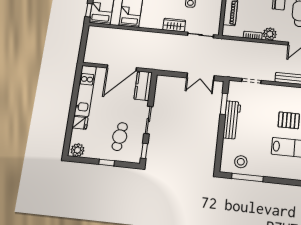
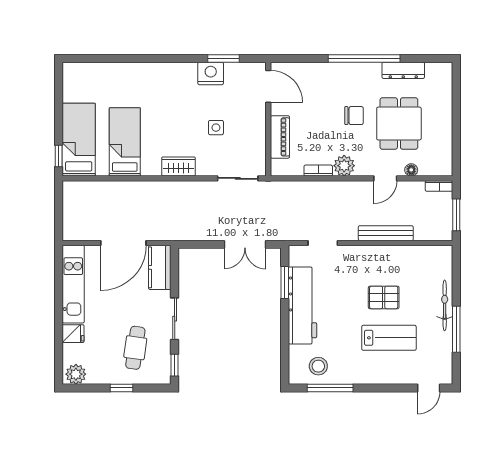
wardrobe: (174, 25) -> (178, 167), moved
workbench: (232, 120) -> (302, 306), width x1.36, depth x1.32

